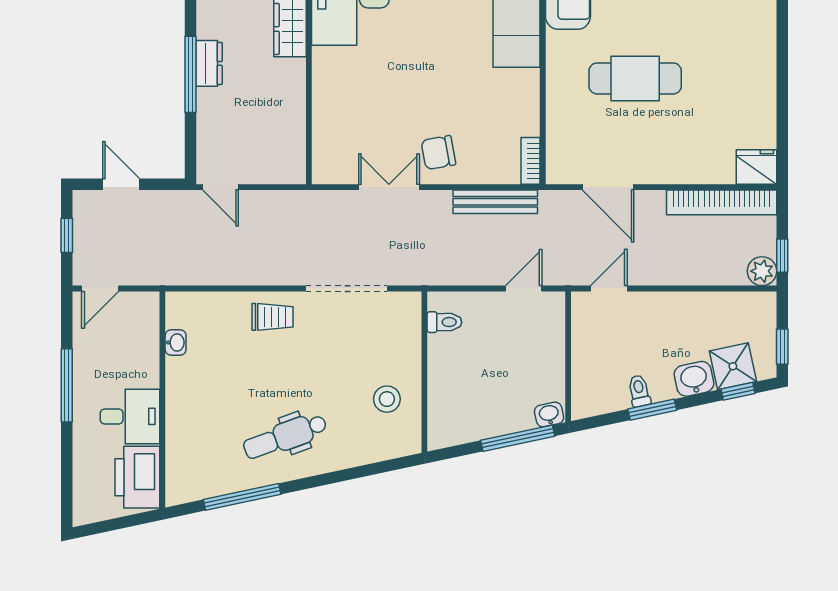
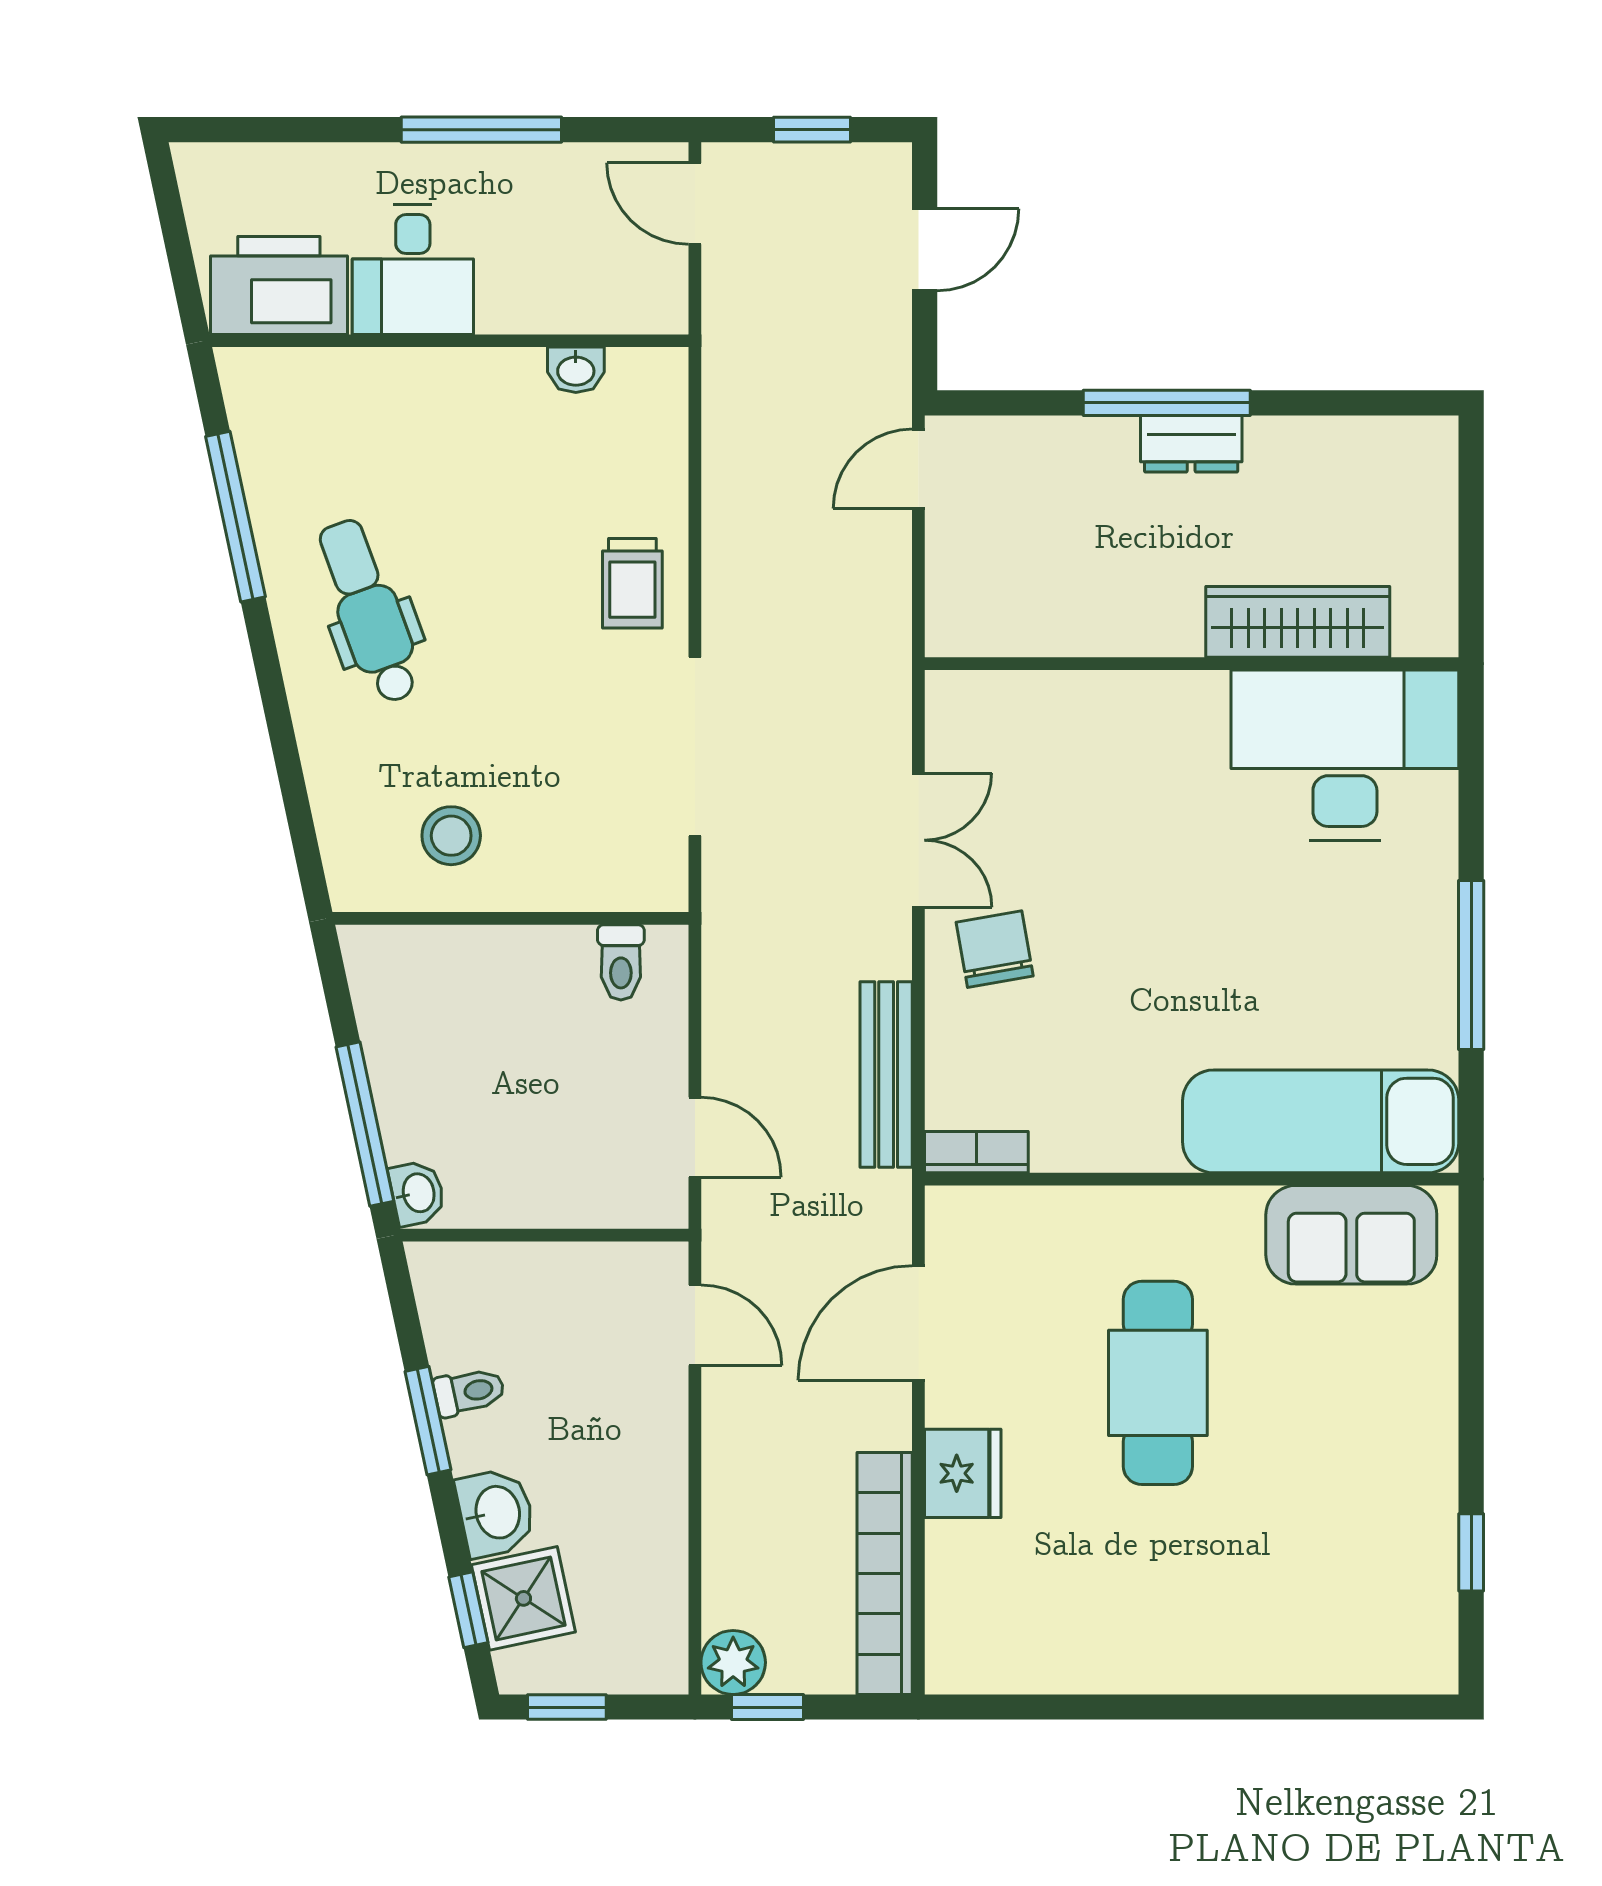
fridge: (756, 167) -> (963, 1473), moved

